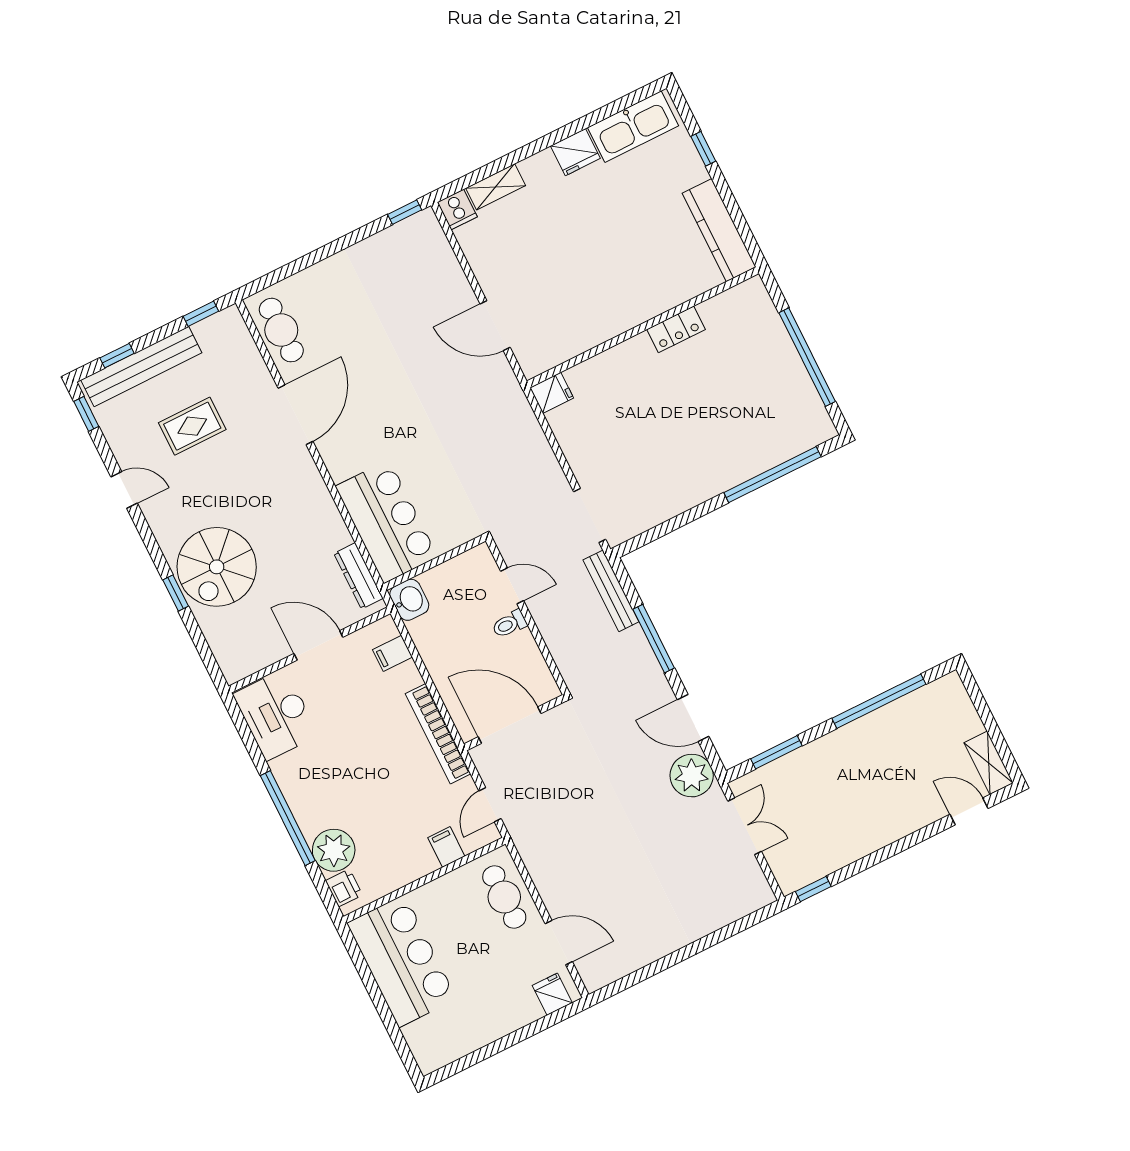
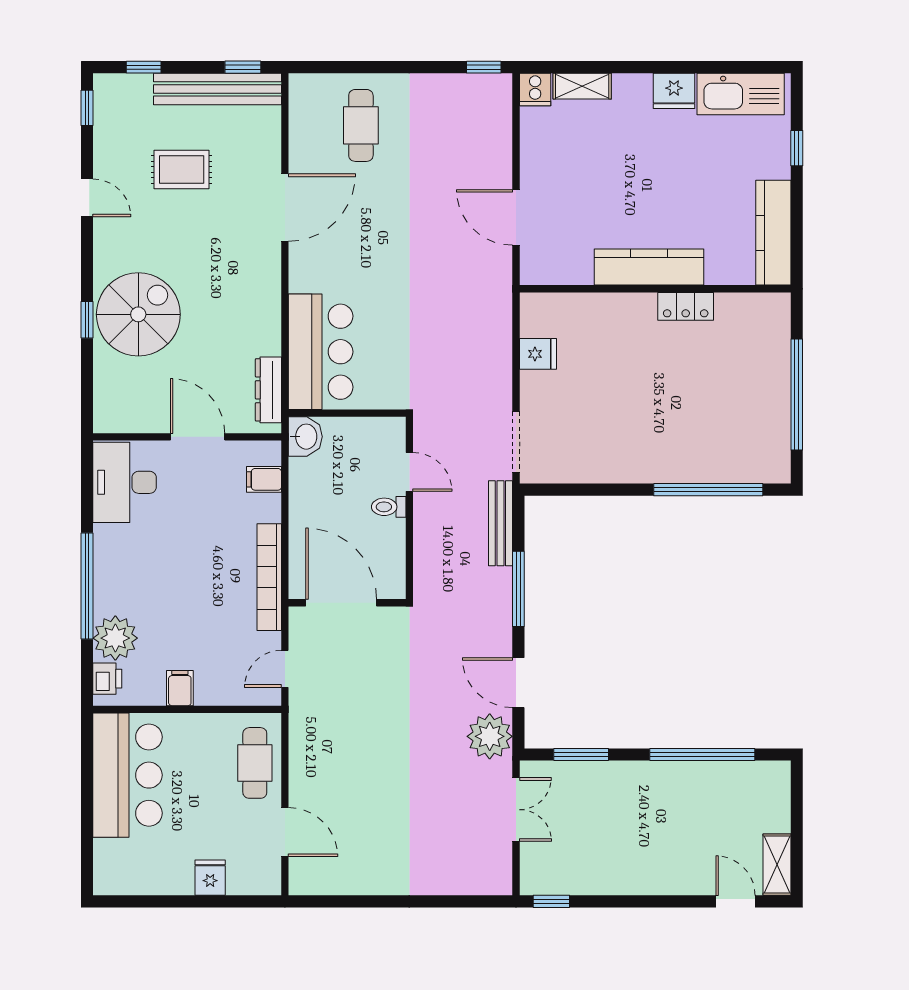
kitchen counter: (628, 312) -> (649, 267), added
cafe table: (281, 330) -> (361, 125), moved
bench: (141, 366) -> (218, 89), moved
fridge: (552, 393) -> (538, 354), moved
spiral stairs: (217, 567) -> (138, 314), turned 180
filing cabinet: (446, 847) -> (180, 688), moved
fridge: (552, 994) -> (210, 878), moved

